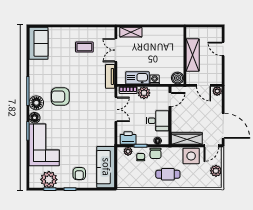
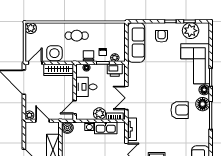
plant: (216, 171) -> (31, 28), moved

